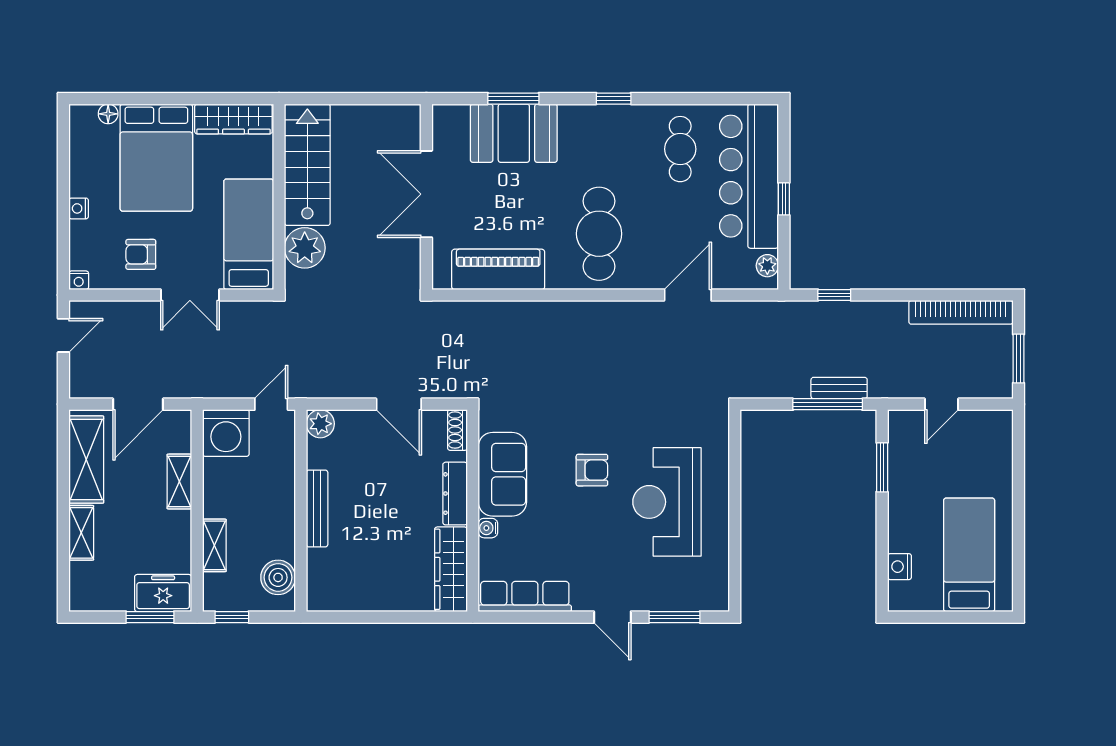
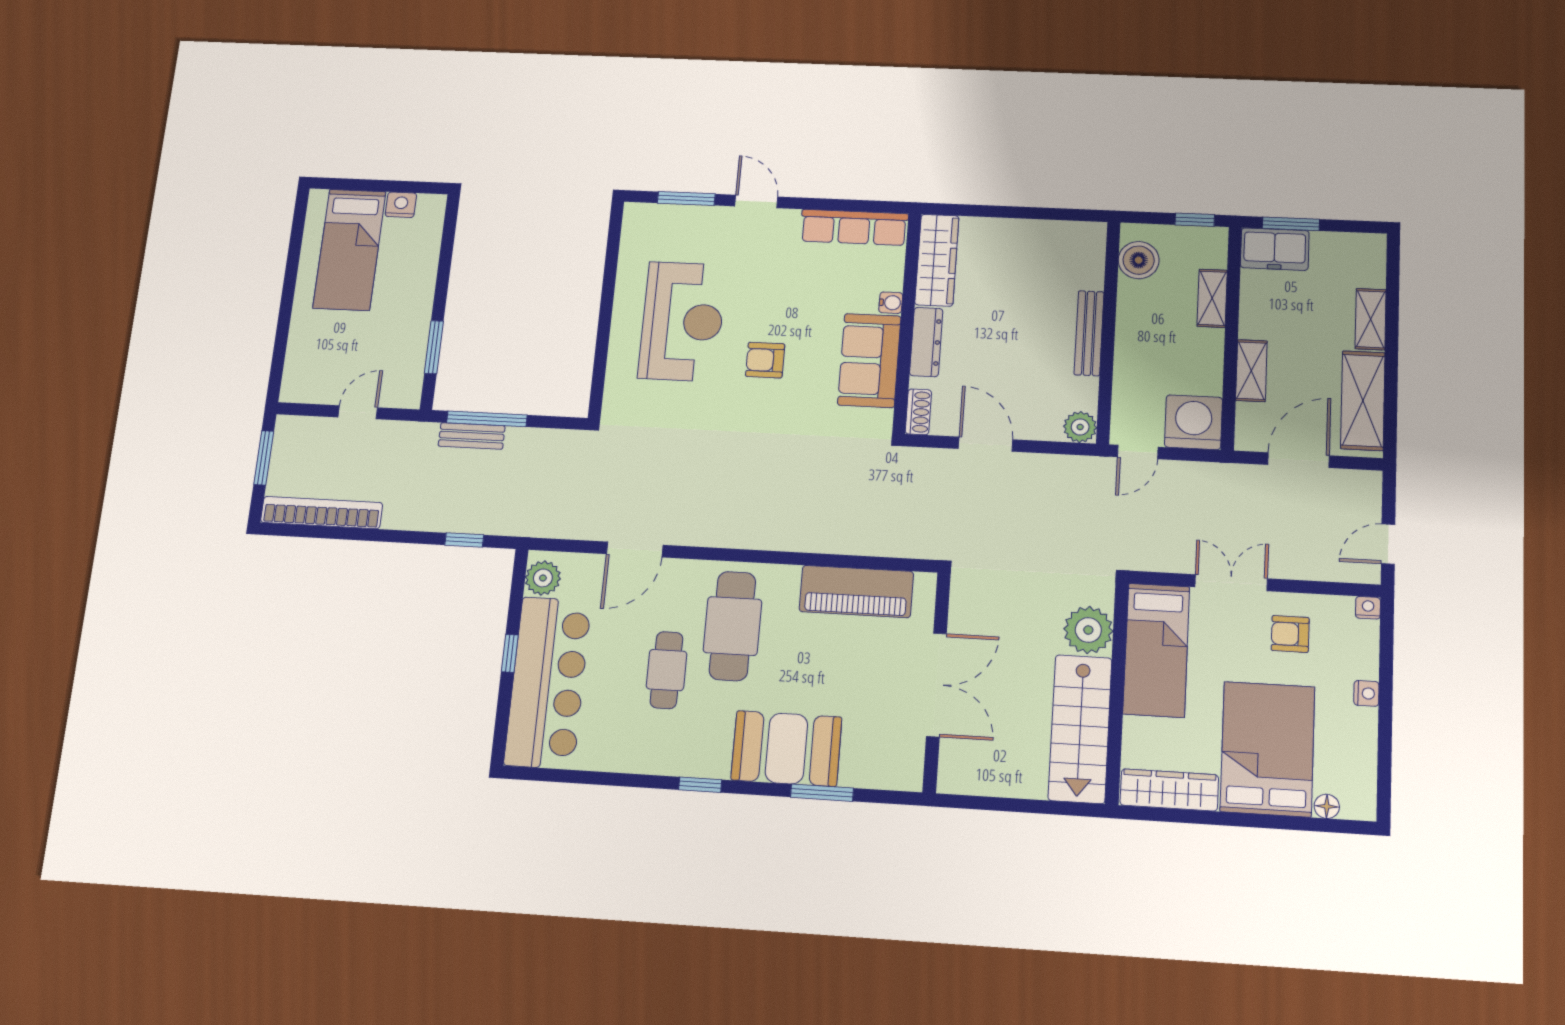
booth: (514, 133) -> (786, 748), moved
cafe table: (680, 149) -> (666, 670), moved
armchair: (141, 254) -> (1290, 634), turned 180
plant: (767, 266) -> (543, 578), width x1.38, depth x1.38
nightstand: (899, 567) -> (401, 205), moved, turned -90

